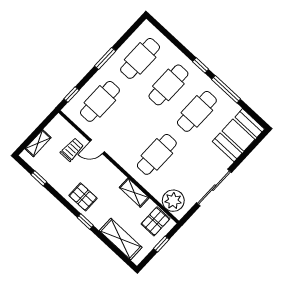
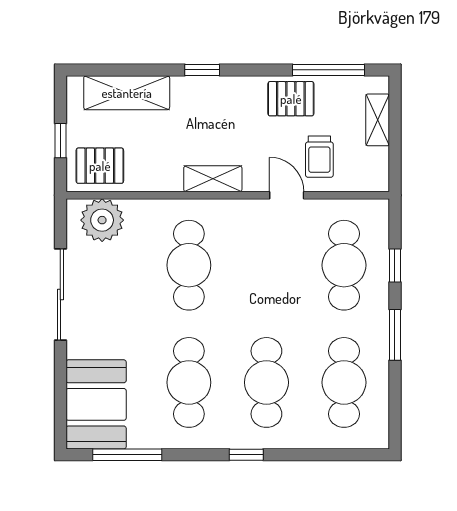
window: (226, 89) -> (127, 455), moved
window: (72, 95) -> (395, 265), moved
door: (97, 147) -> (287, 195), hinge flipped
window: (39, 178) -> (328, 70), width x2.17
shelving: (134, 193) -> (213, 179), moved
pallet: (83, 197) -> (291, 99), moved
pallet: (155, 221) -> (100, 166), turned 90

